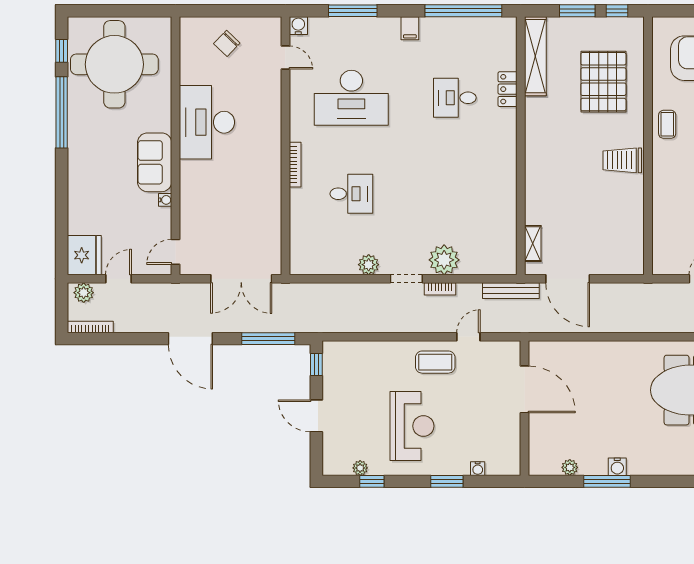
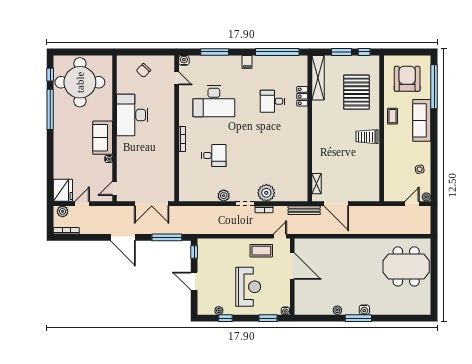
door: (525, 389) -> (292, 266), moved
wall: (525, 408) -> (292, 277), moved

